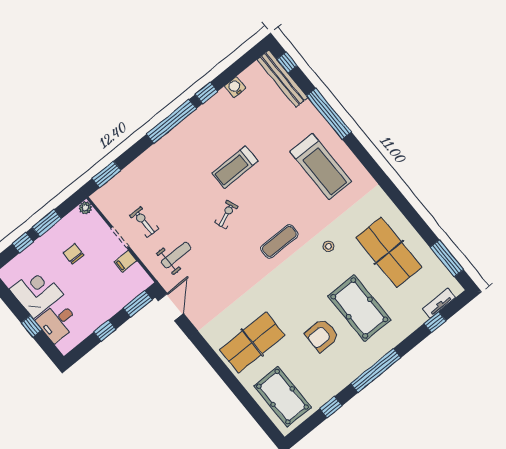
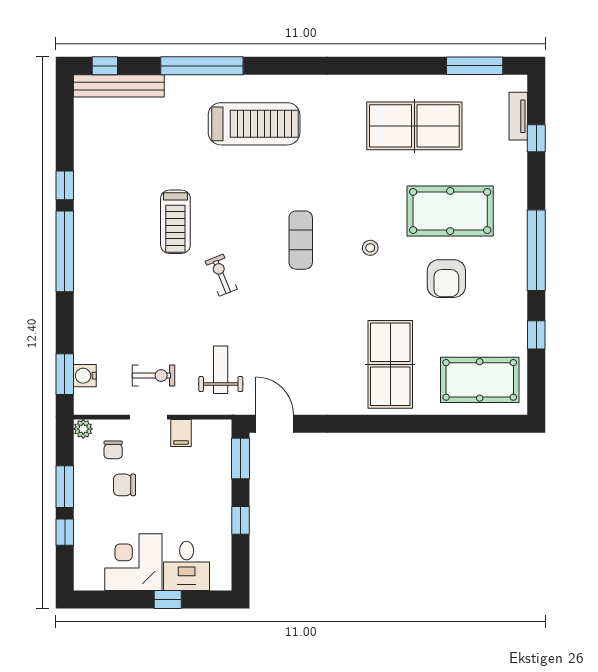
water cooler: (235, 87) -> (85, 376), moved
exercise bike: (144, 222) -> (154, 375), turned 180
chair: (87, 233) -> (113, 450), added
stool: (329, 246) -> (370, 248), moved

